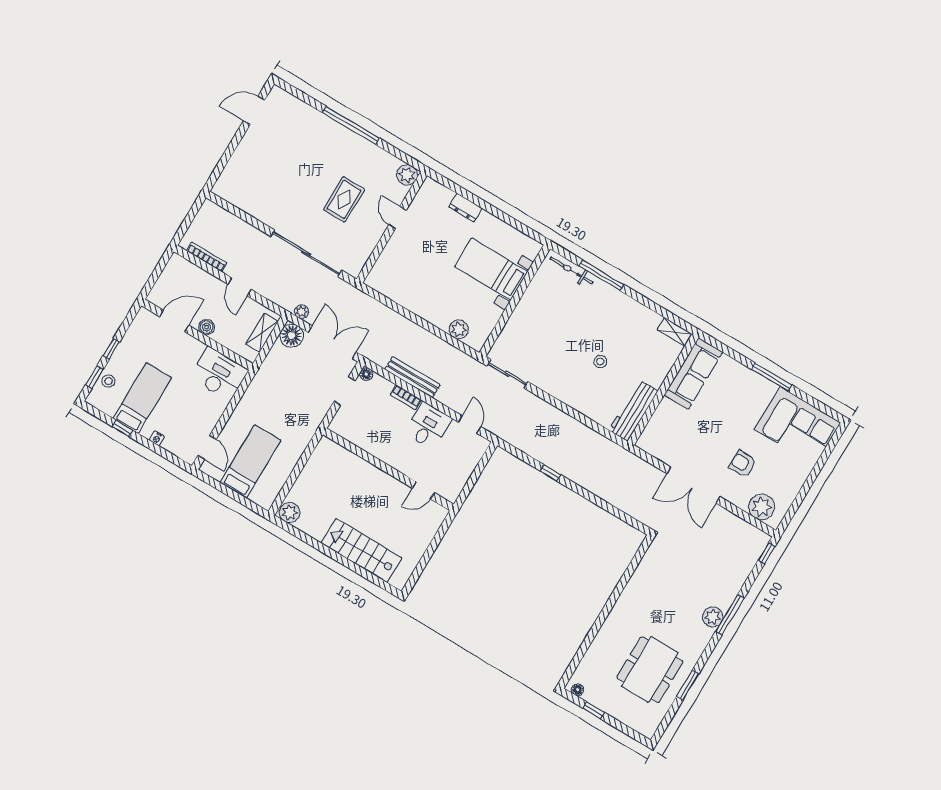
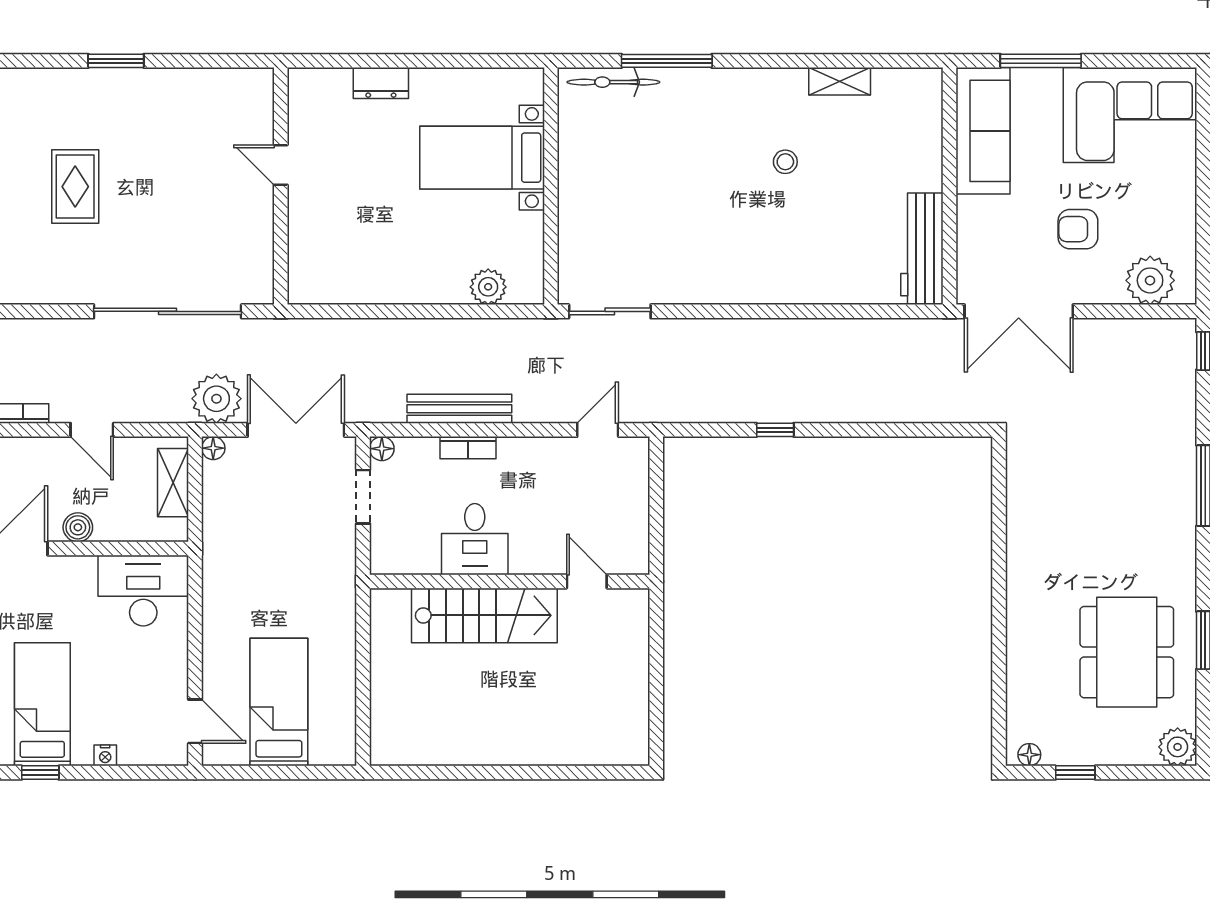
window: (351, 125) -> (116, 61), width x0.47
plant: (407, 175) -> (255, 87), removed
rug: (344, 199) -> (75, 187), moved
plant: (301, 312) -> (216, 399), width x1.88, depth x1.88
floor lamp: (292, 336) -> (213, 448), width x0.53, depth x0.53
stool: (600, 362) -> (785, 162), moved
sofa: (693, 374) -> (983, 131), moved
wall: (663, 390) -> (949, 186), moved
workbench: (633, 411) -> (922, 249), moved
door: (470, 424) -> (598, 430), hinge flipped
desk: (428, 426) -> (475, 539), moved, turned 180
door: (423, 490) -> (587, 581), swing flipped
plant: (290, 513) -> (392, 747), removed
stairs: (361, 550) -> (484, 615), moved, turned 180
plant: (713, 617) -> (1178, 747), moved

